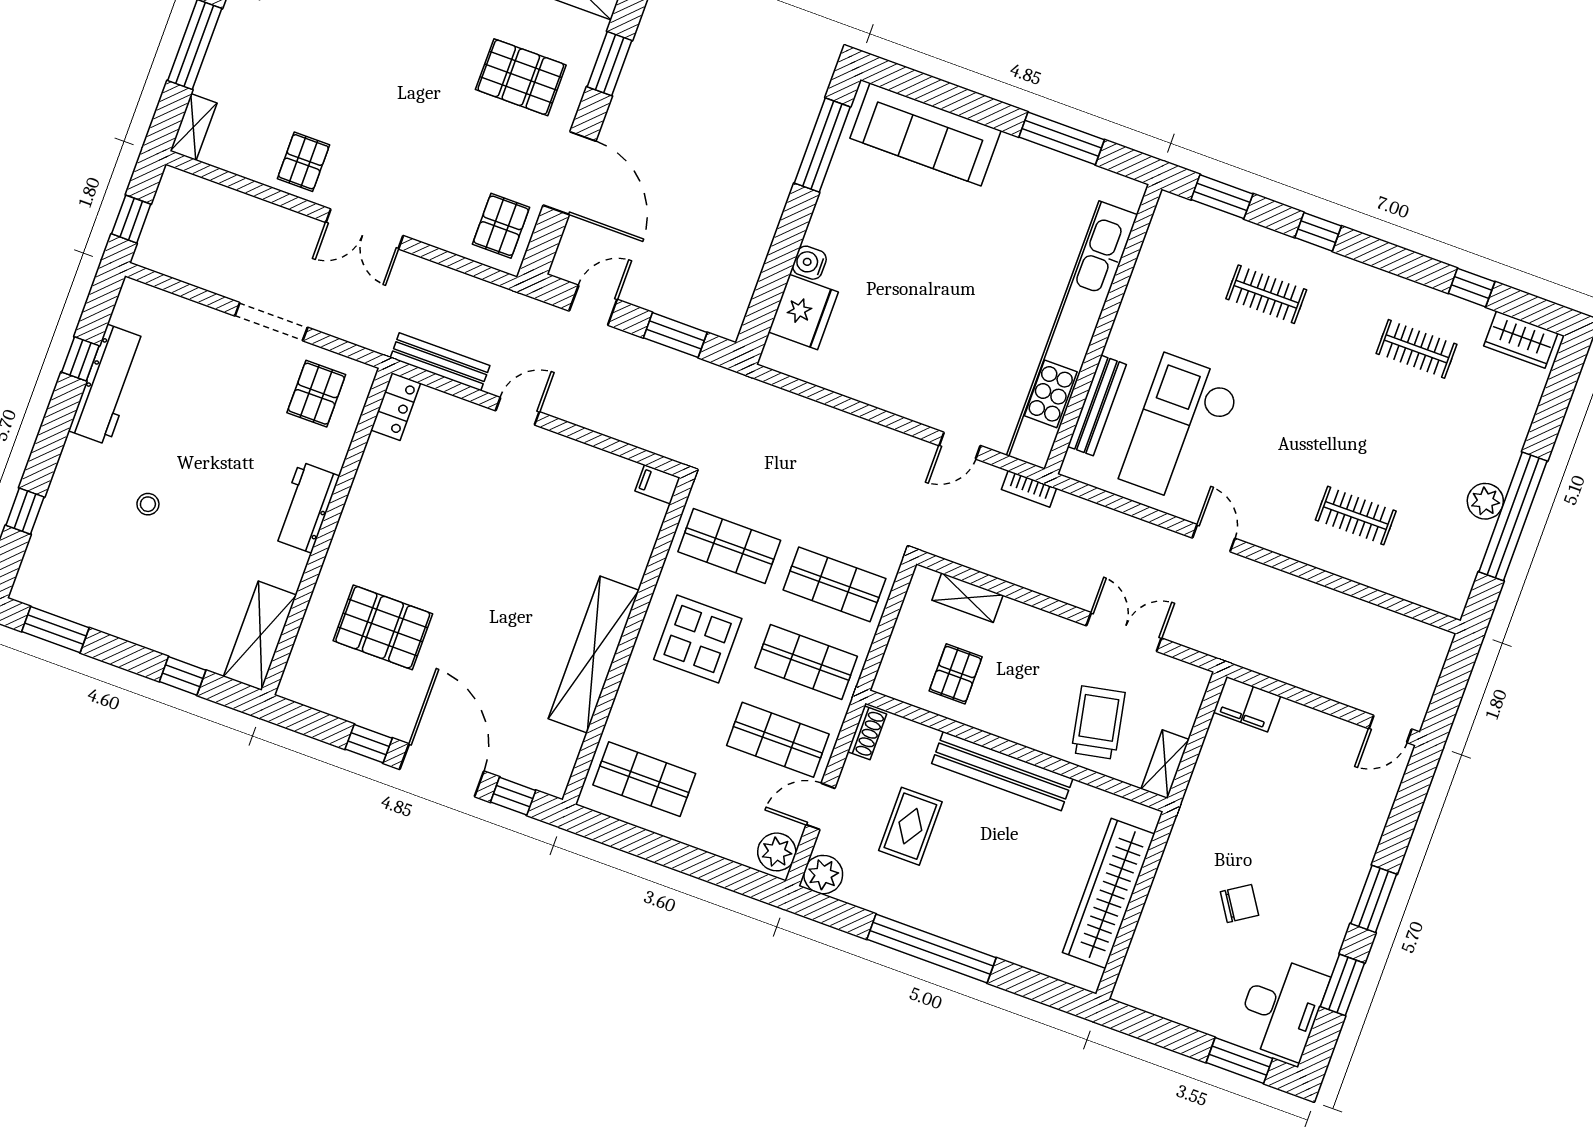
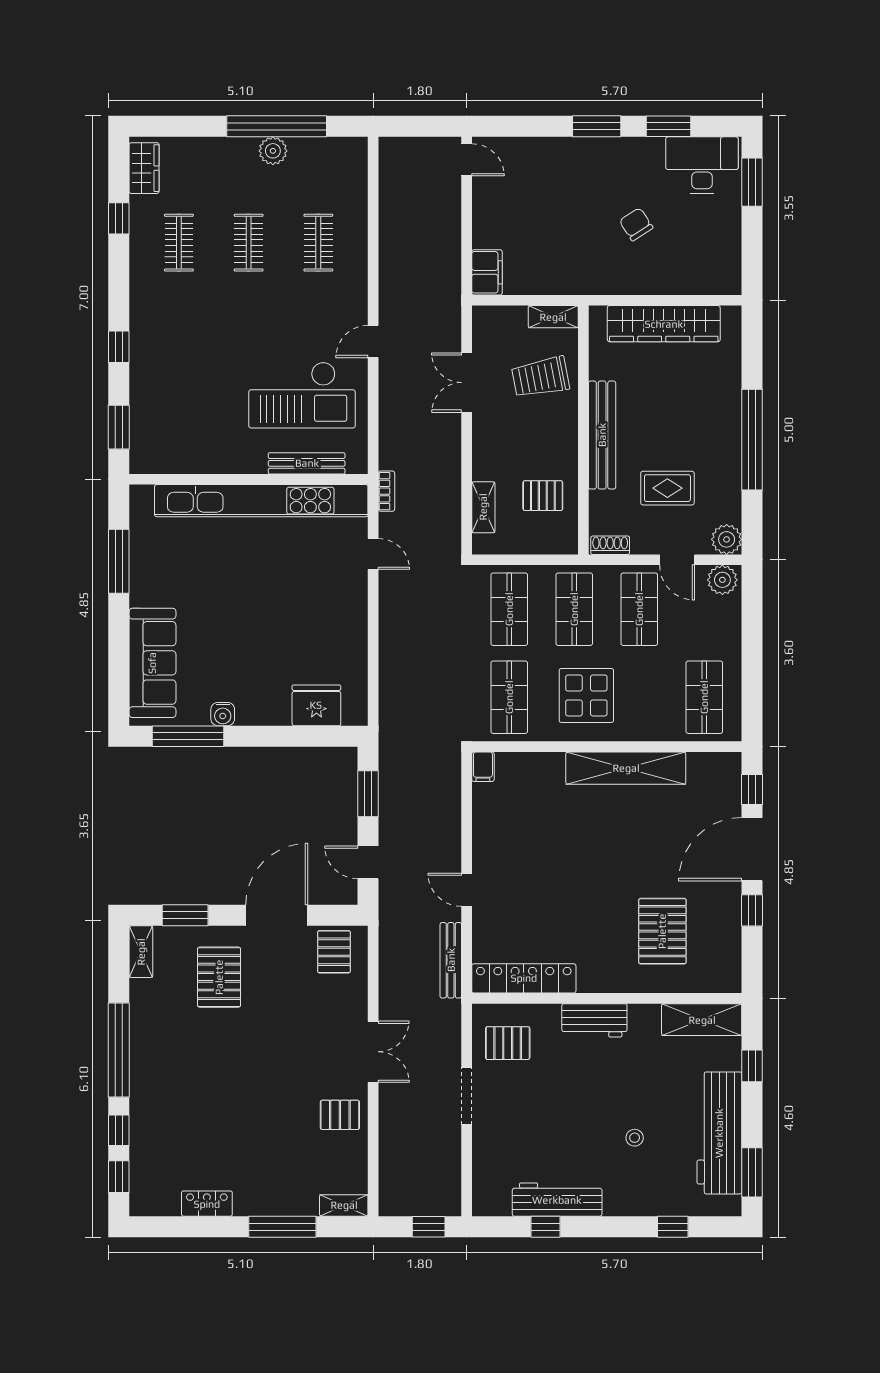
pallet: (501, 226) -> (334, 952), turned 90
water cooler: (809, 263) -> (223, 714), moved
clothes rail: (1266, 294) -> (249, 243), moved
locker: (396, 407) -> (524, 978), width x2.16, depth x1.21
workbench: (117, 608) -> (719, 1133), added

